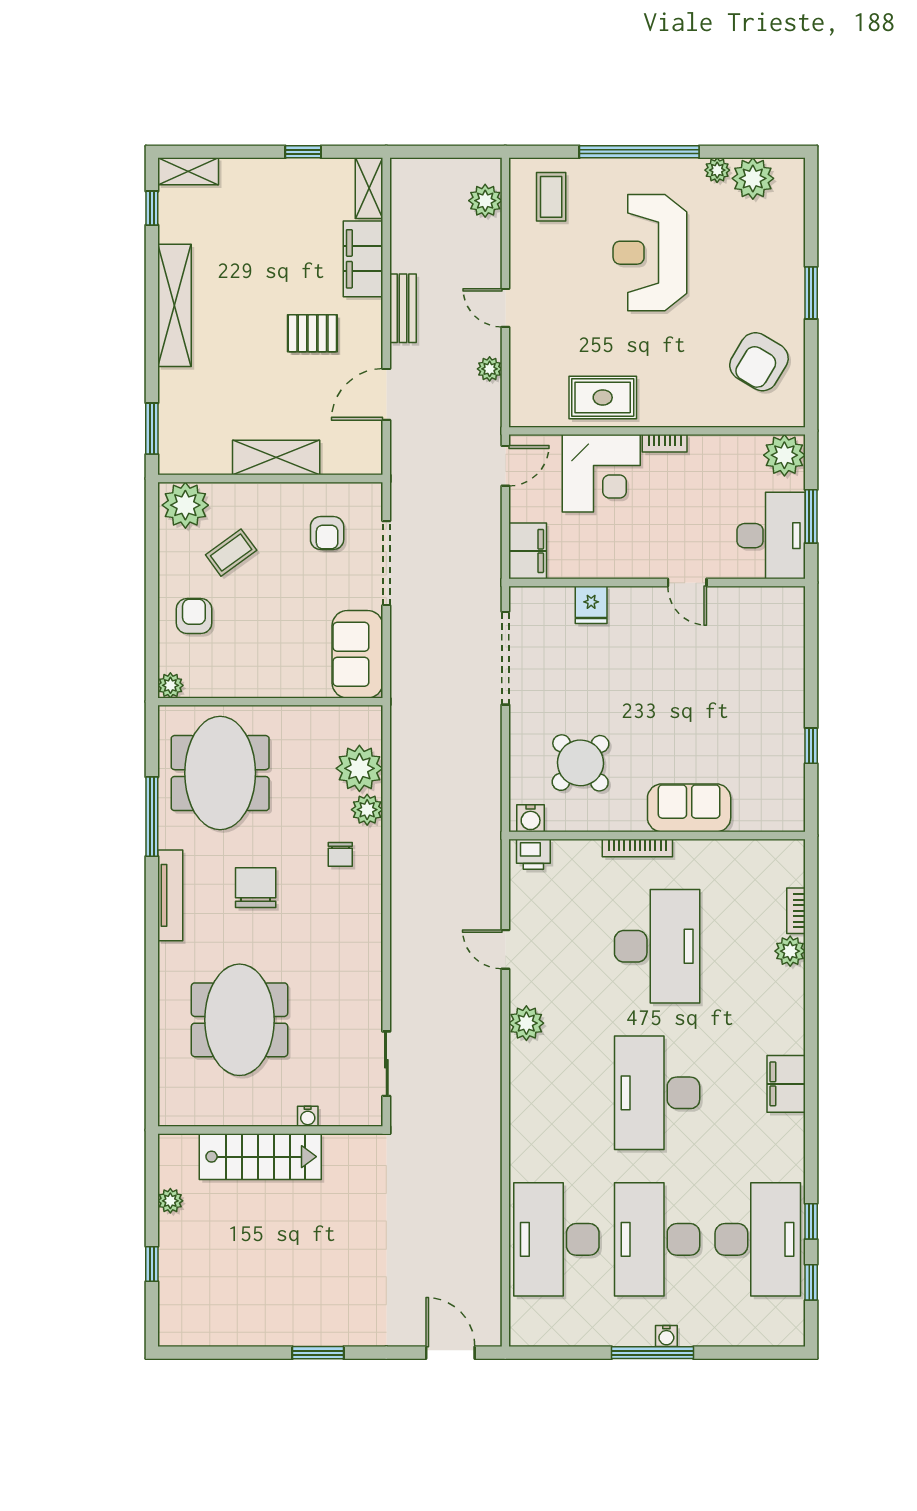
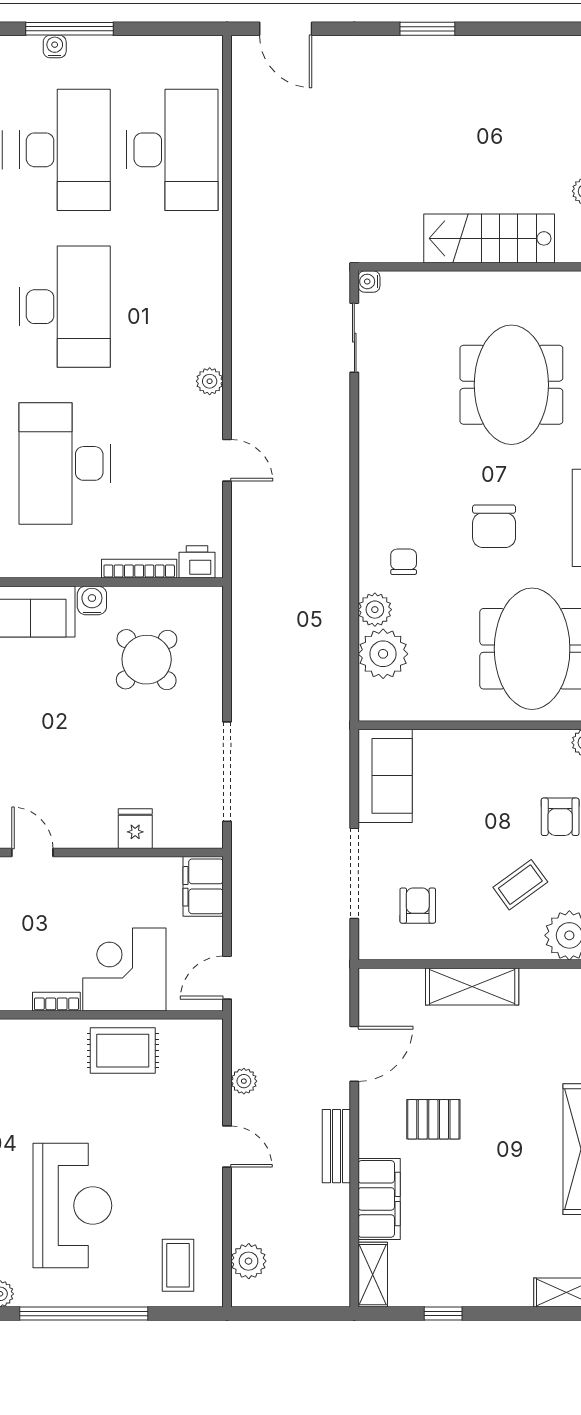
water cooler: (531, 818) -> (92, 600), moved
bookcase: (637, 848) -> (139, 569), moved
plant: (526, 1023) -> (210, 381), width x0.73, depth x0.73
water cooler: (308, 1116) -> (369, 281), moved, turned -90

